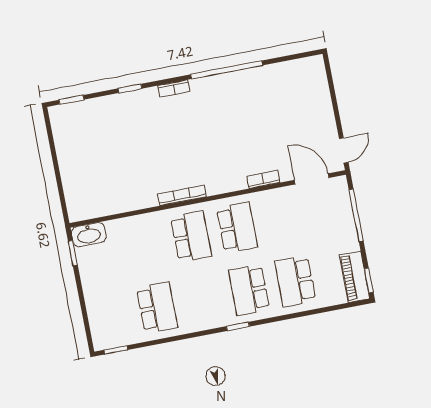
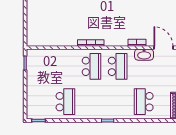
washbasin: (89, 235) -> (144, 55), moved
school desk: (249, 290) -> (118, 102), removed

